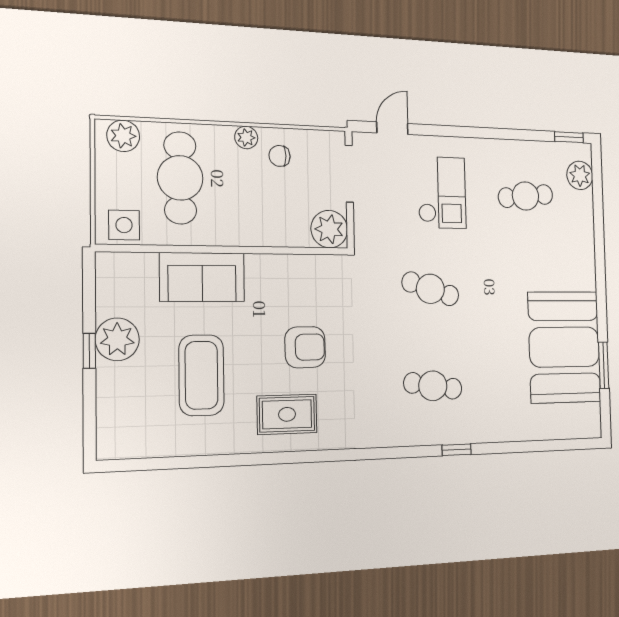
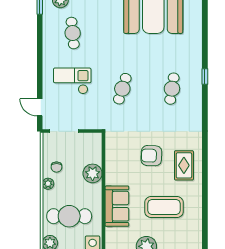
plant: (329, 229) -> (93, 173), moved
armchair: (305, 347) -> (151, 156), turned -87

